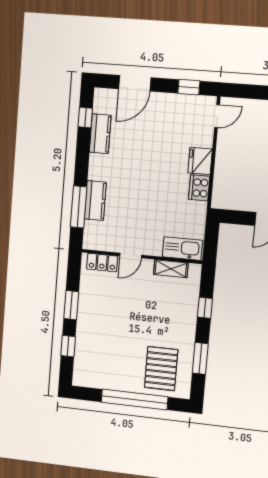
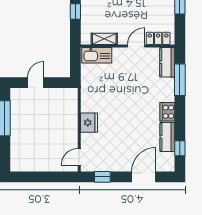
cooker: (199, 188) -> (167, 112), moved, turned 180
kitchen counter: (95, 201) -> (167, 62), moved

